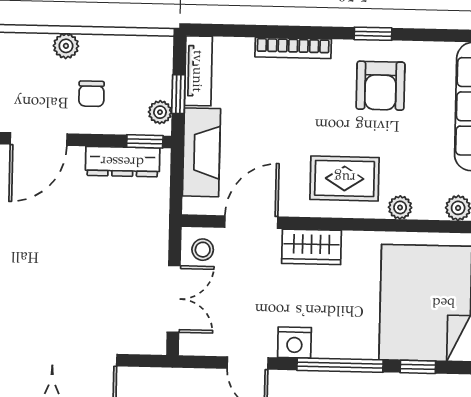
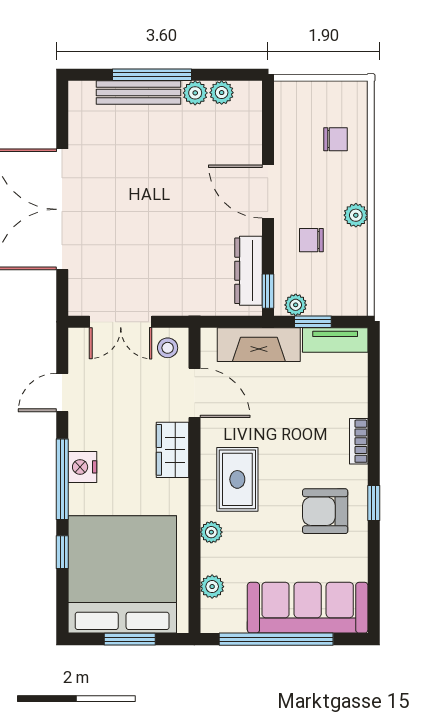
bookcase: (293, 48) -> (359, 441), width x0.64
nightstand: (294, 343) -> (82, 467), moved

